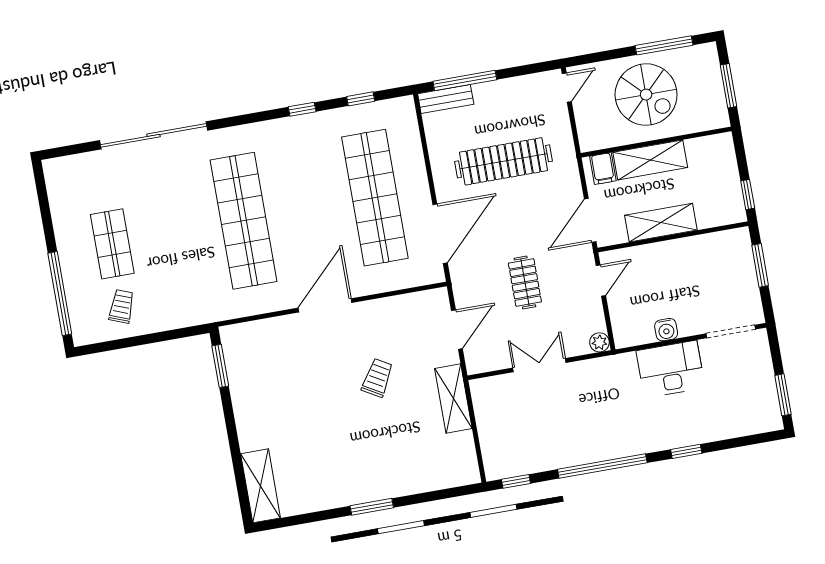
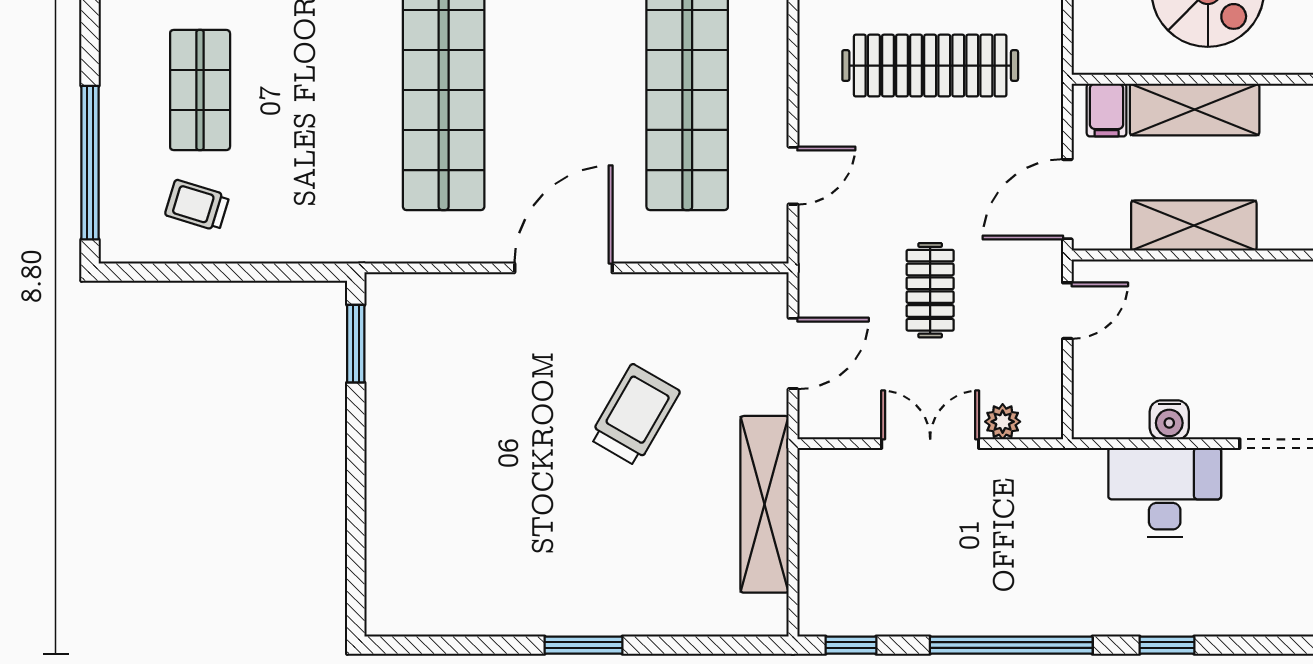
door: (440, 234) -> (793, 176), width x0.53
trolley: (122, 306) -> (197, 205), turned -94
plant: (599, 342) -> (1003, 422), moved
trolley: (377, 378) -> (635, 415), width x1.36, depth x1.39
shelving: (453, 399) -> (765, 504), width x1.47
shelving: (261, 486) -> (390, 572), removed

